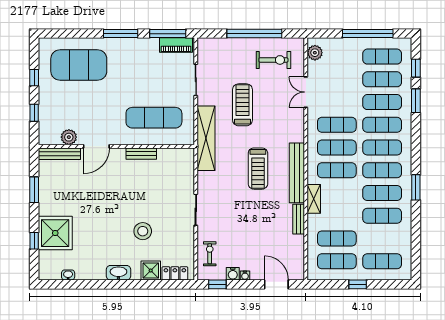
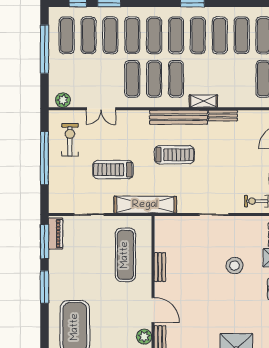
exercise mat: (337, 239) -> (242, 35), moved

